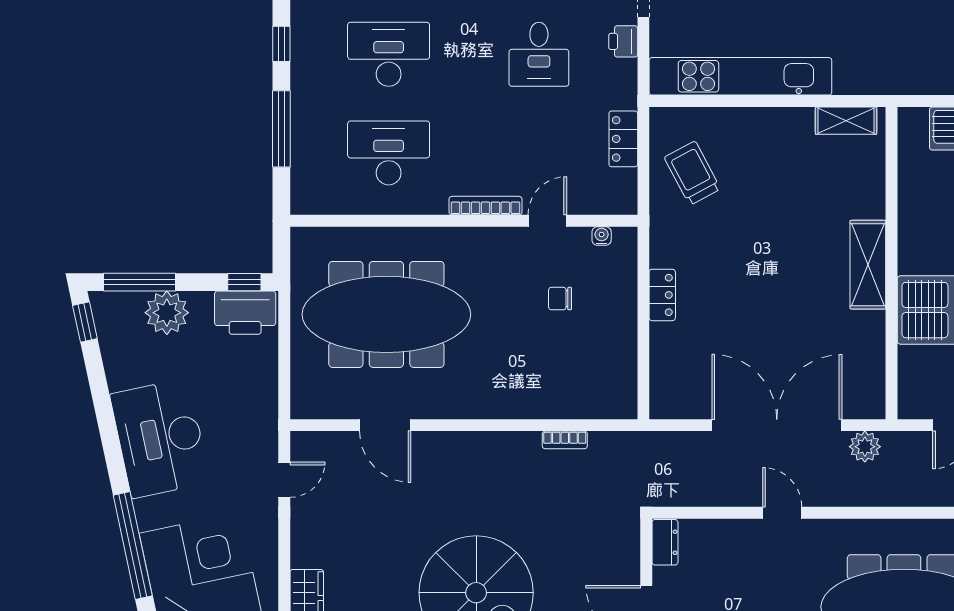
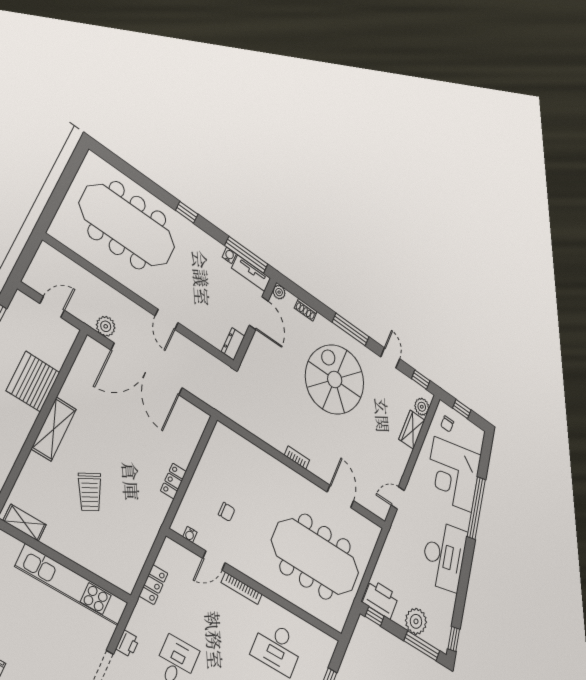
trolley: (692, 173) -> (90, 492), moved
bookcase: (565, 440) -> (297, 458), moved

